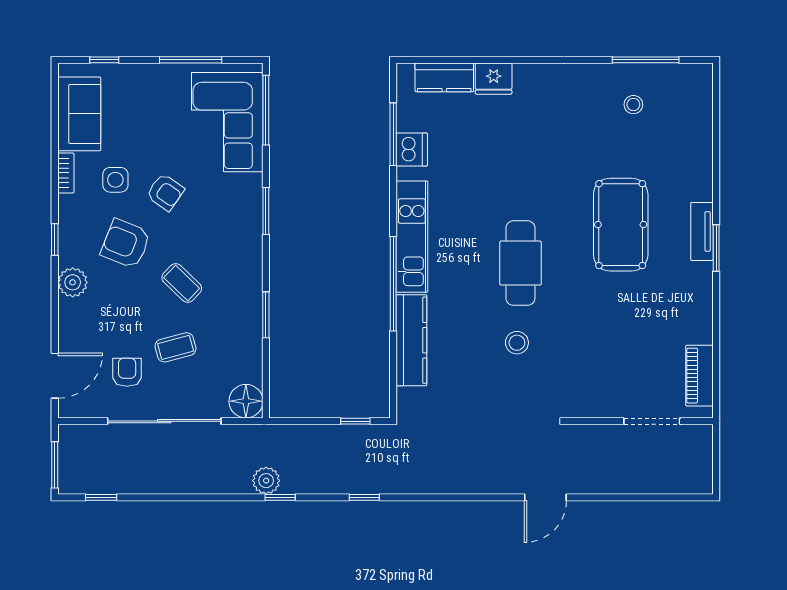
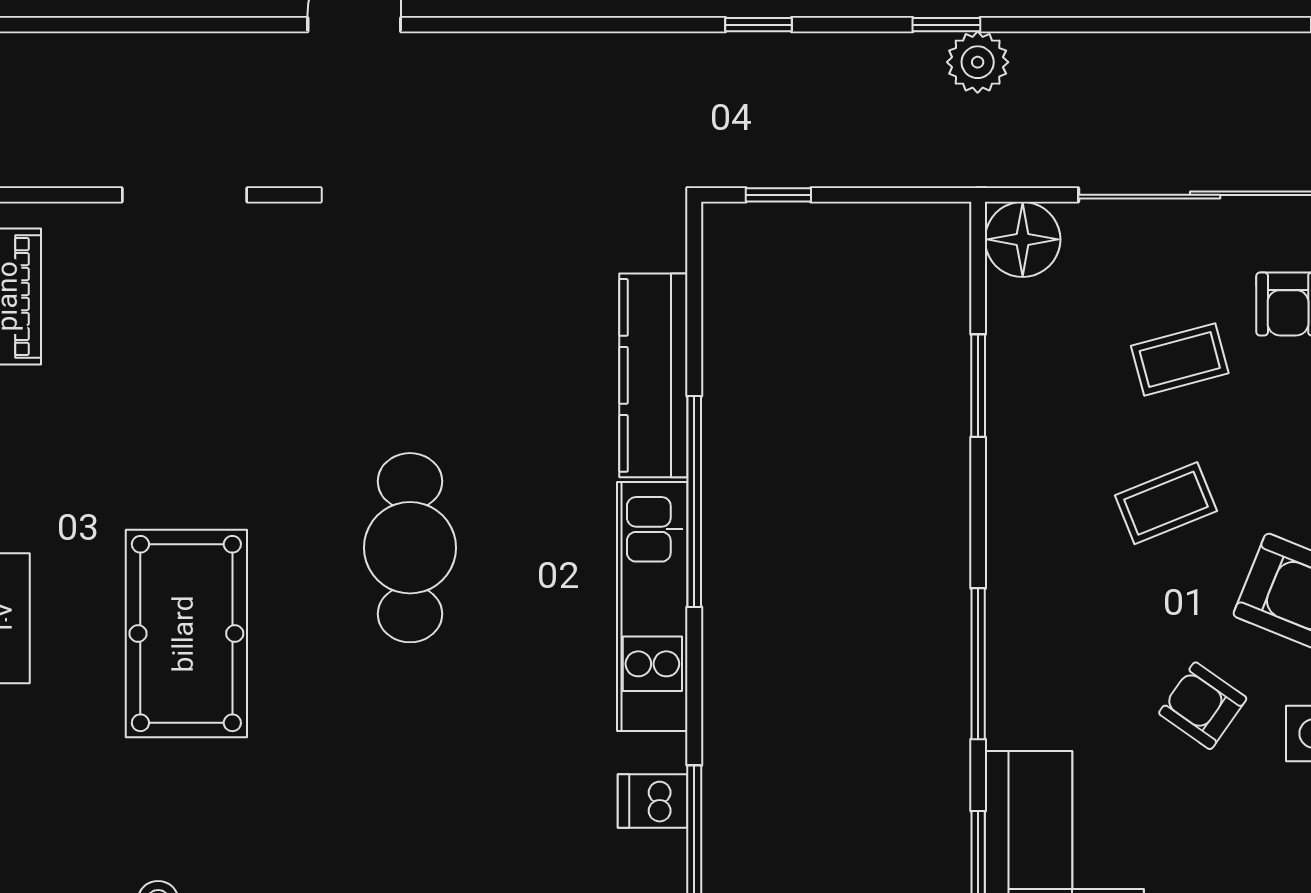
dishwasher: (412, 150) -> (653, 801), width x0.73
window: (266, 211) -> (978, 664), width x1.44
coffee table: (182, 283) -> (1166, 503), turned -66
window: (266, 315) -> (978, 386), moved
stool: (517, 343) -> (418, 370), removed
doorway: (652, 421) -> (185, 195), moved

